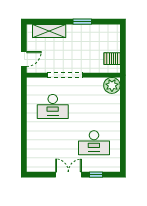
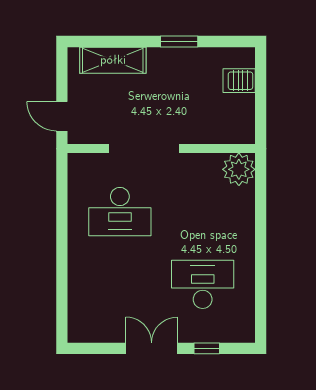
door: (24, 59) -> (62, 116), swing flipped
server rack: (112, 59) -> (239, 81), moved
desk: (94, 143) -> (203, 284), turned 180

